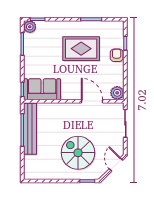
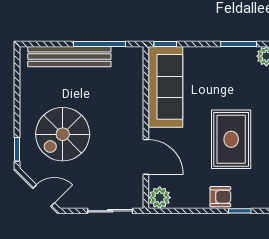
sofa: (42, 89) -> (165, 87), width x1.36
door: (92, 101) -> (146, 157), hinge flipped
bench: (30, 129) -> (69, 57), moved
spiral stairs: (78, 153) -> (63, 134), turned 180

